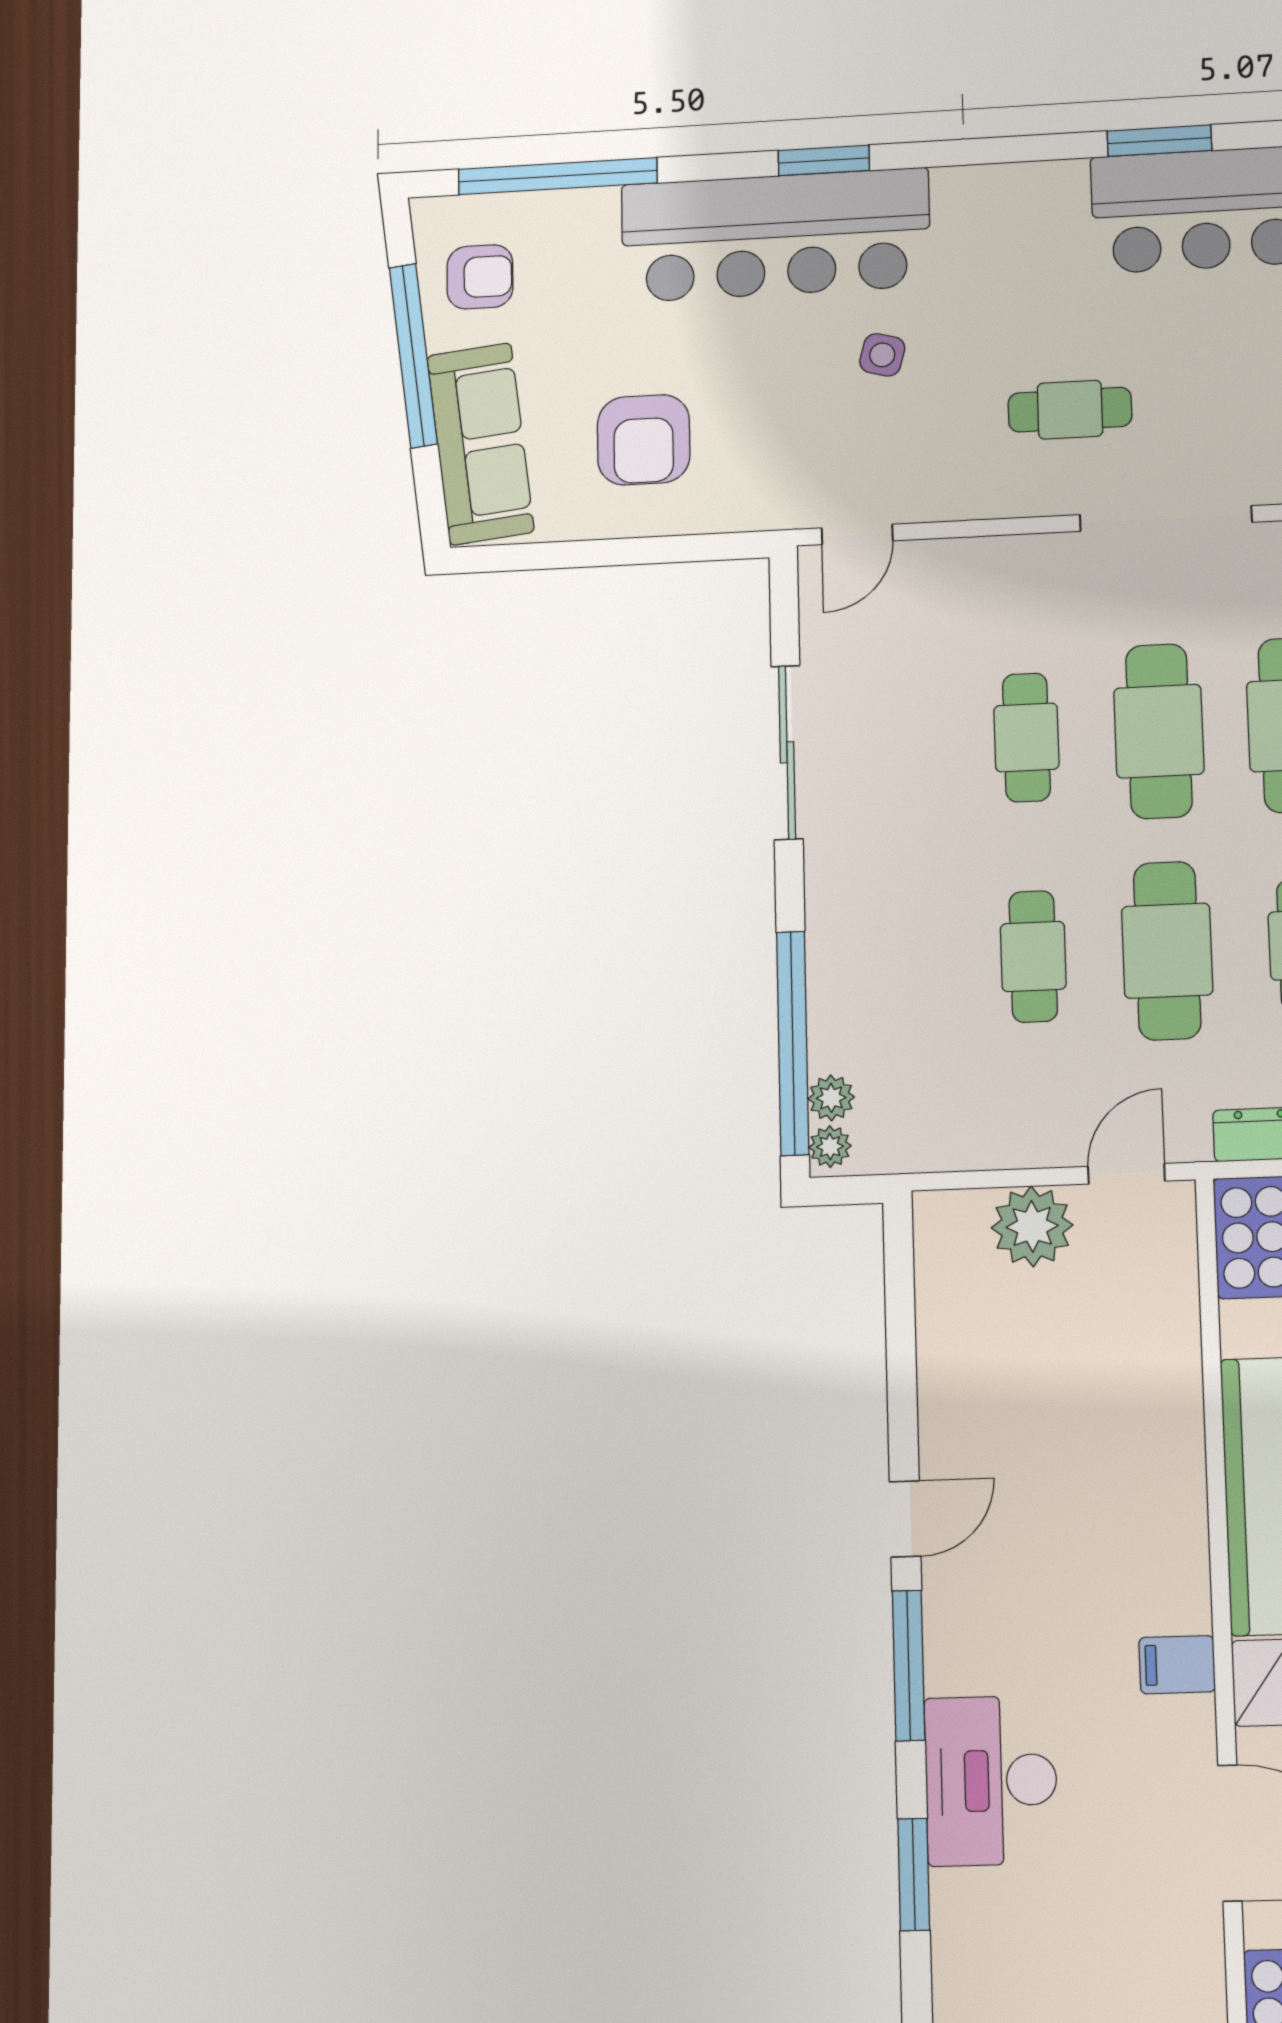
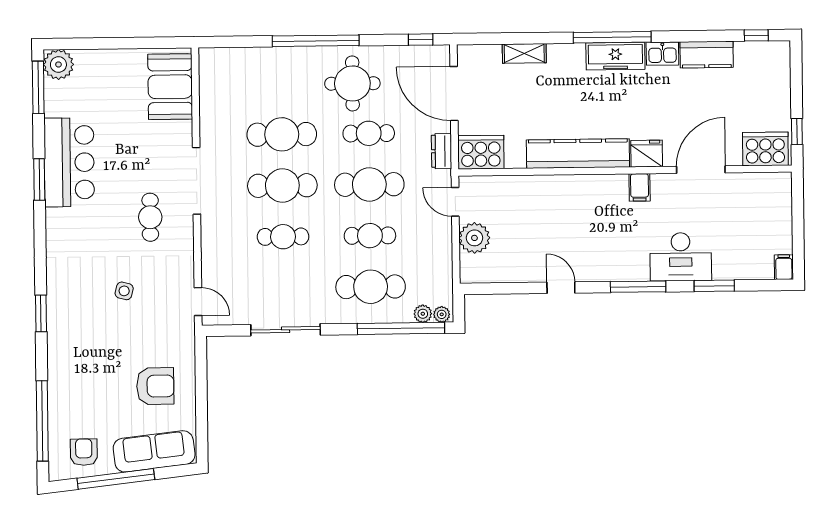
bar counter: (776, 235) -> (72, 333), removed
cafe table: (900, 962) -> (371, 287), added
door: (905, 1519) -> (561, 288), moved

